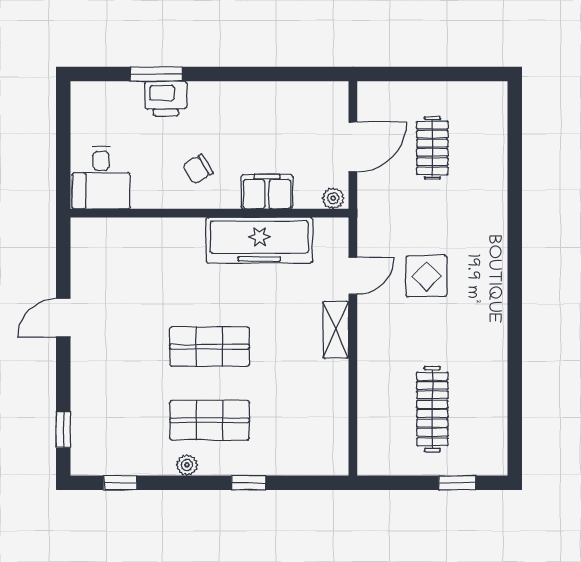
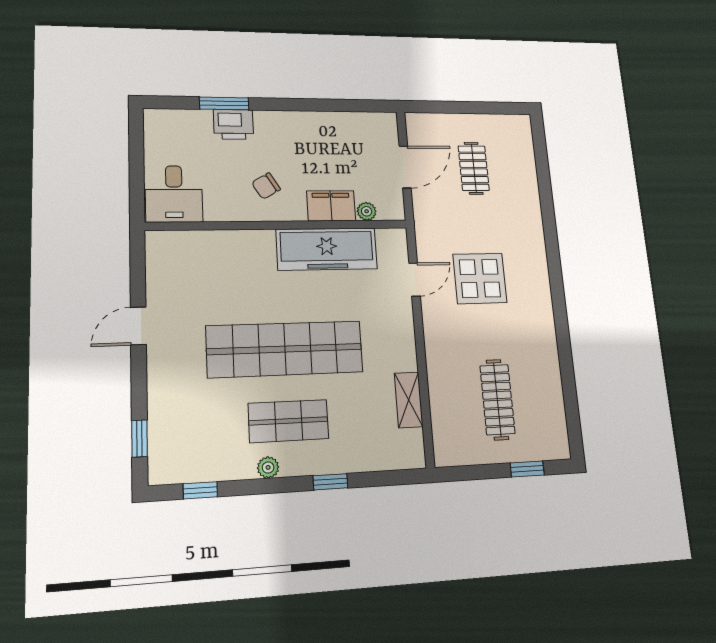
plant: (333, 198) -> (367, 211), moved
display table: (426, 276) -> (480, 278), width x1.36, depth x1.36
shelving: (336, 330) -> (409, 400), moved
shop shelf: (210, 347) -> (285, 349), width x2.00, depth x1.36

